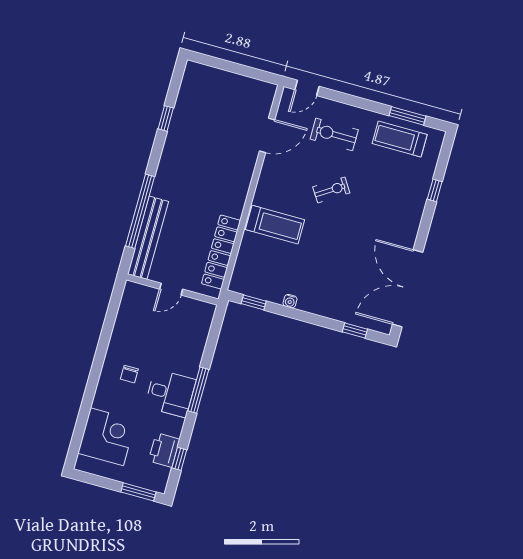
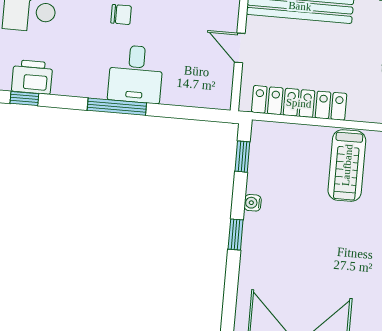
window: (355, 330) -> (236, 234), moved
chair: (129, 374) -> (121, 15), turned 180
desk: (170, 393) -> (136, 74), moved

